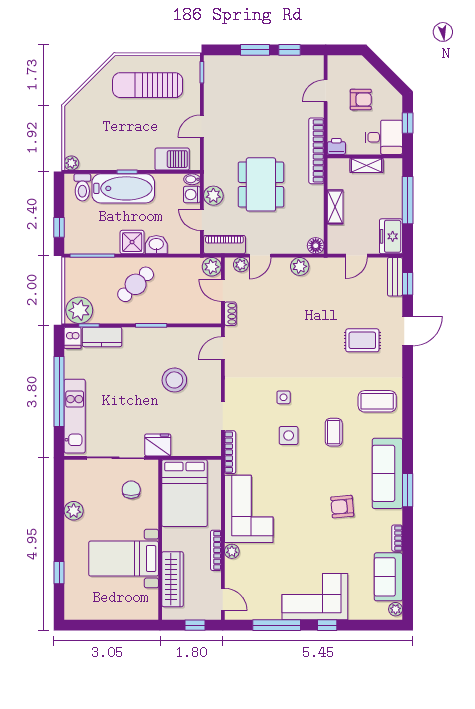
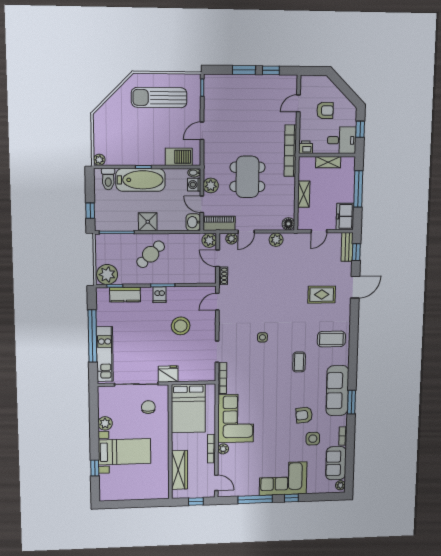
washbasin: (156, 245) -> (193, 222), moved, turned -90
dishwasher: (73, 338) -> (160, 295), moved
side table: (289, 435) -> (313, 439), moved
bed with nightstands: (124, 559) -> (125, 452), moved, turned 180

